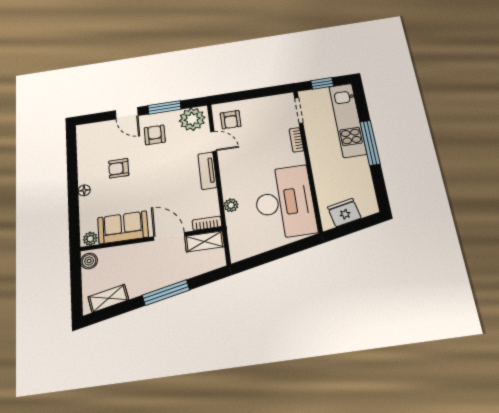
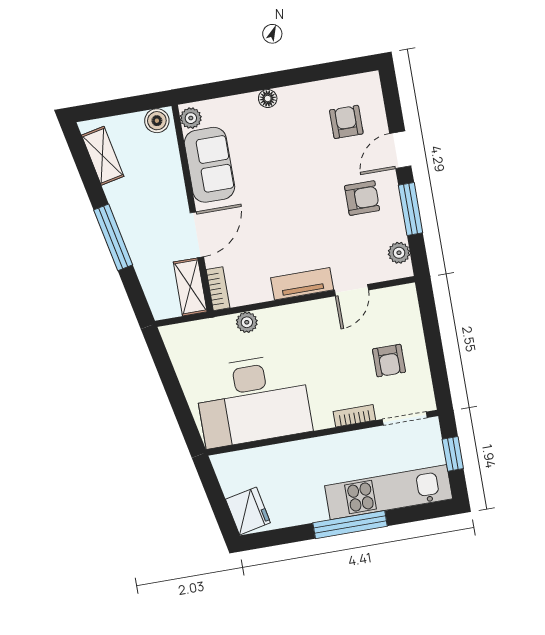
plant: (192, 119) -> (399, 253), width x0.53, depth x0.53
armchair: (231, 120) -> (389, 361), moved, turned -90
armchair: (119, 168) -> (346, 122), moved
fridge: (344, 213) -> (248, 511), moved

